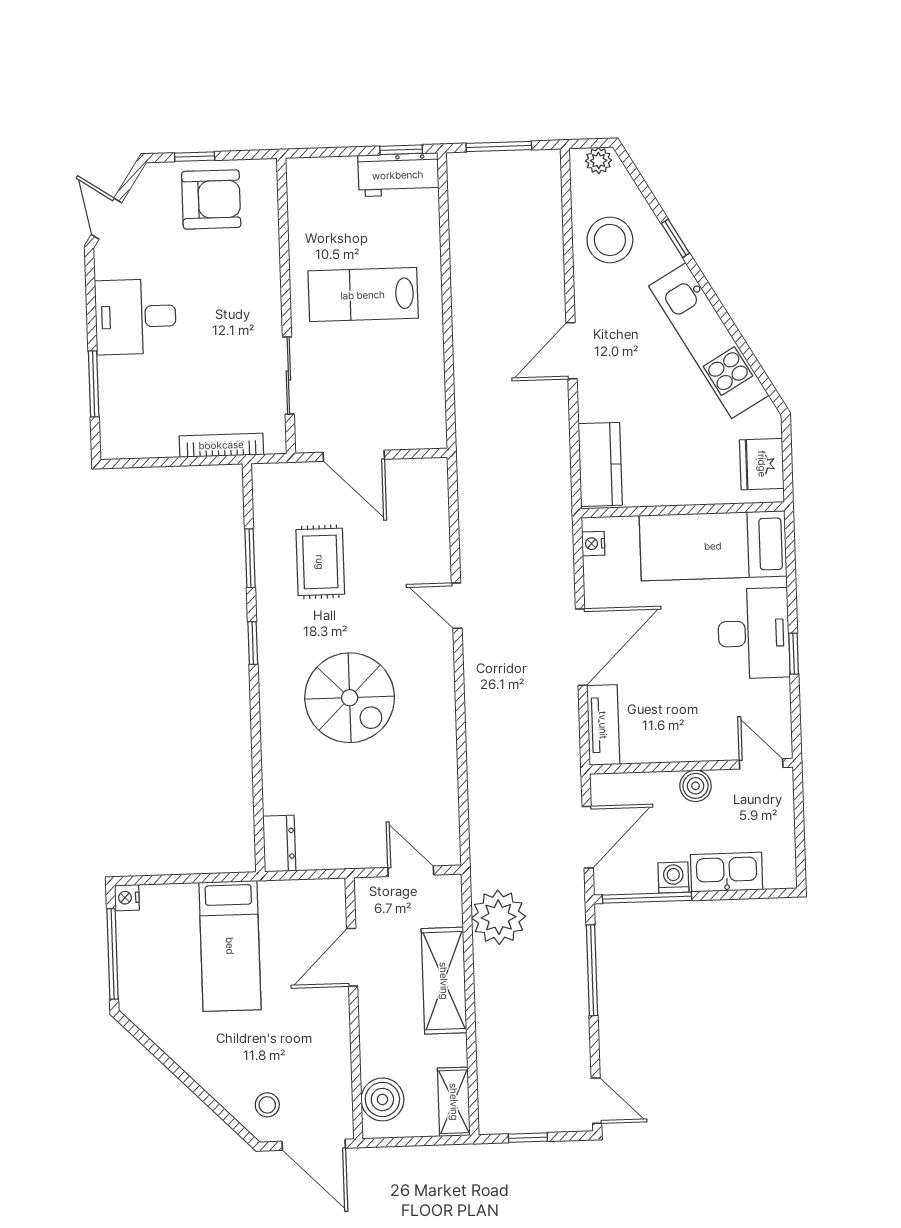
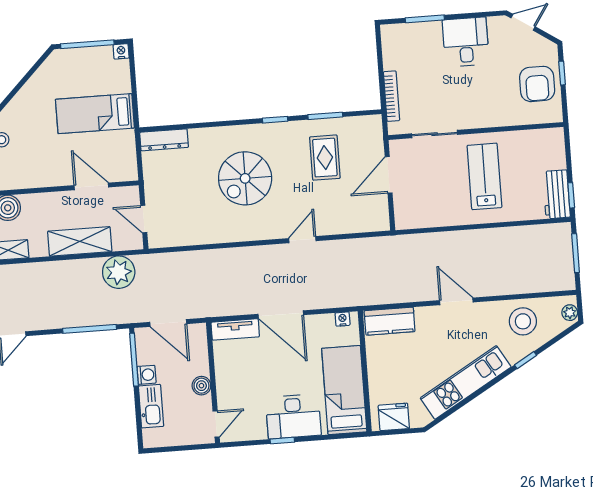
rug: (320, 562) -> (325, 158), turned 90
dresser: (279, 844) -> (164, 140), width x1.44
door: (411, 871) -> (144, 219), swing flipped

